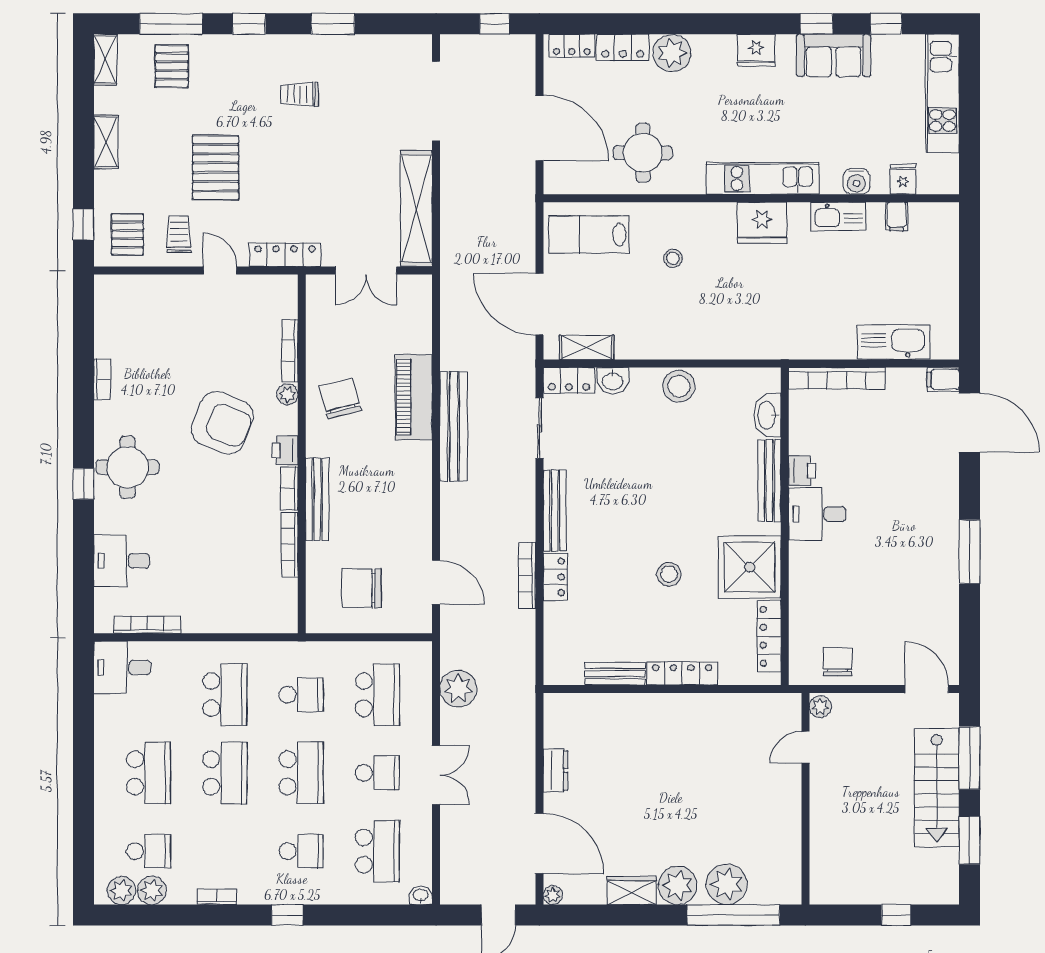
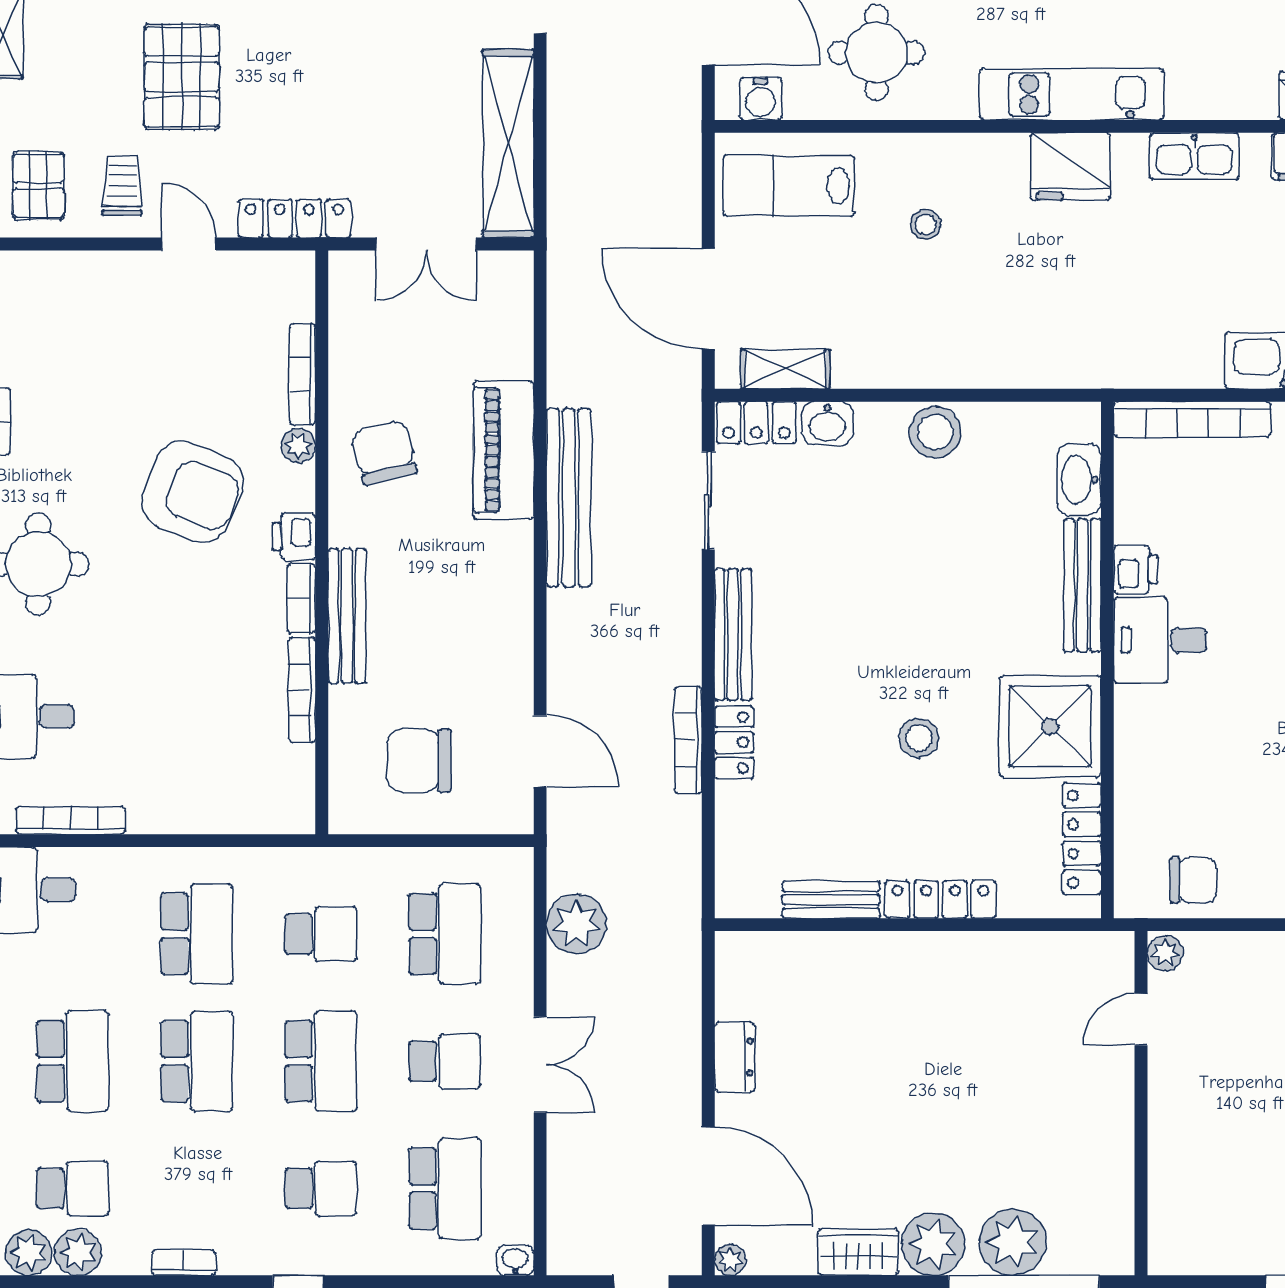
water cooler: (856, 181) -> (761, 99), moved
chair: (838, 662) -> (1193, 880), turned 90

